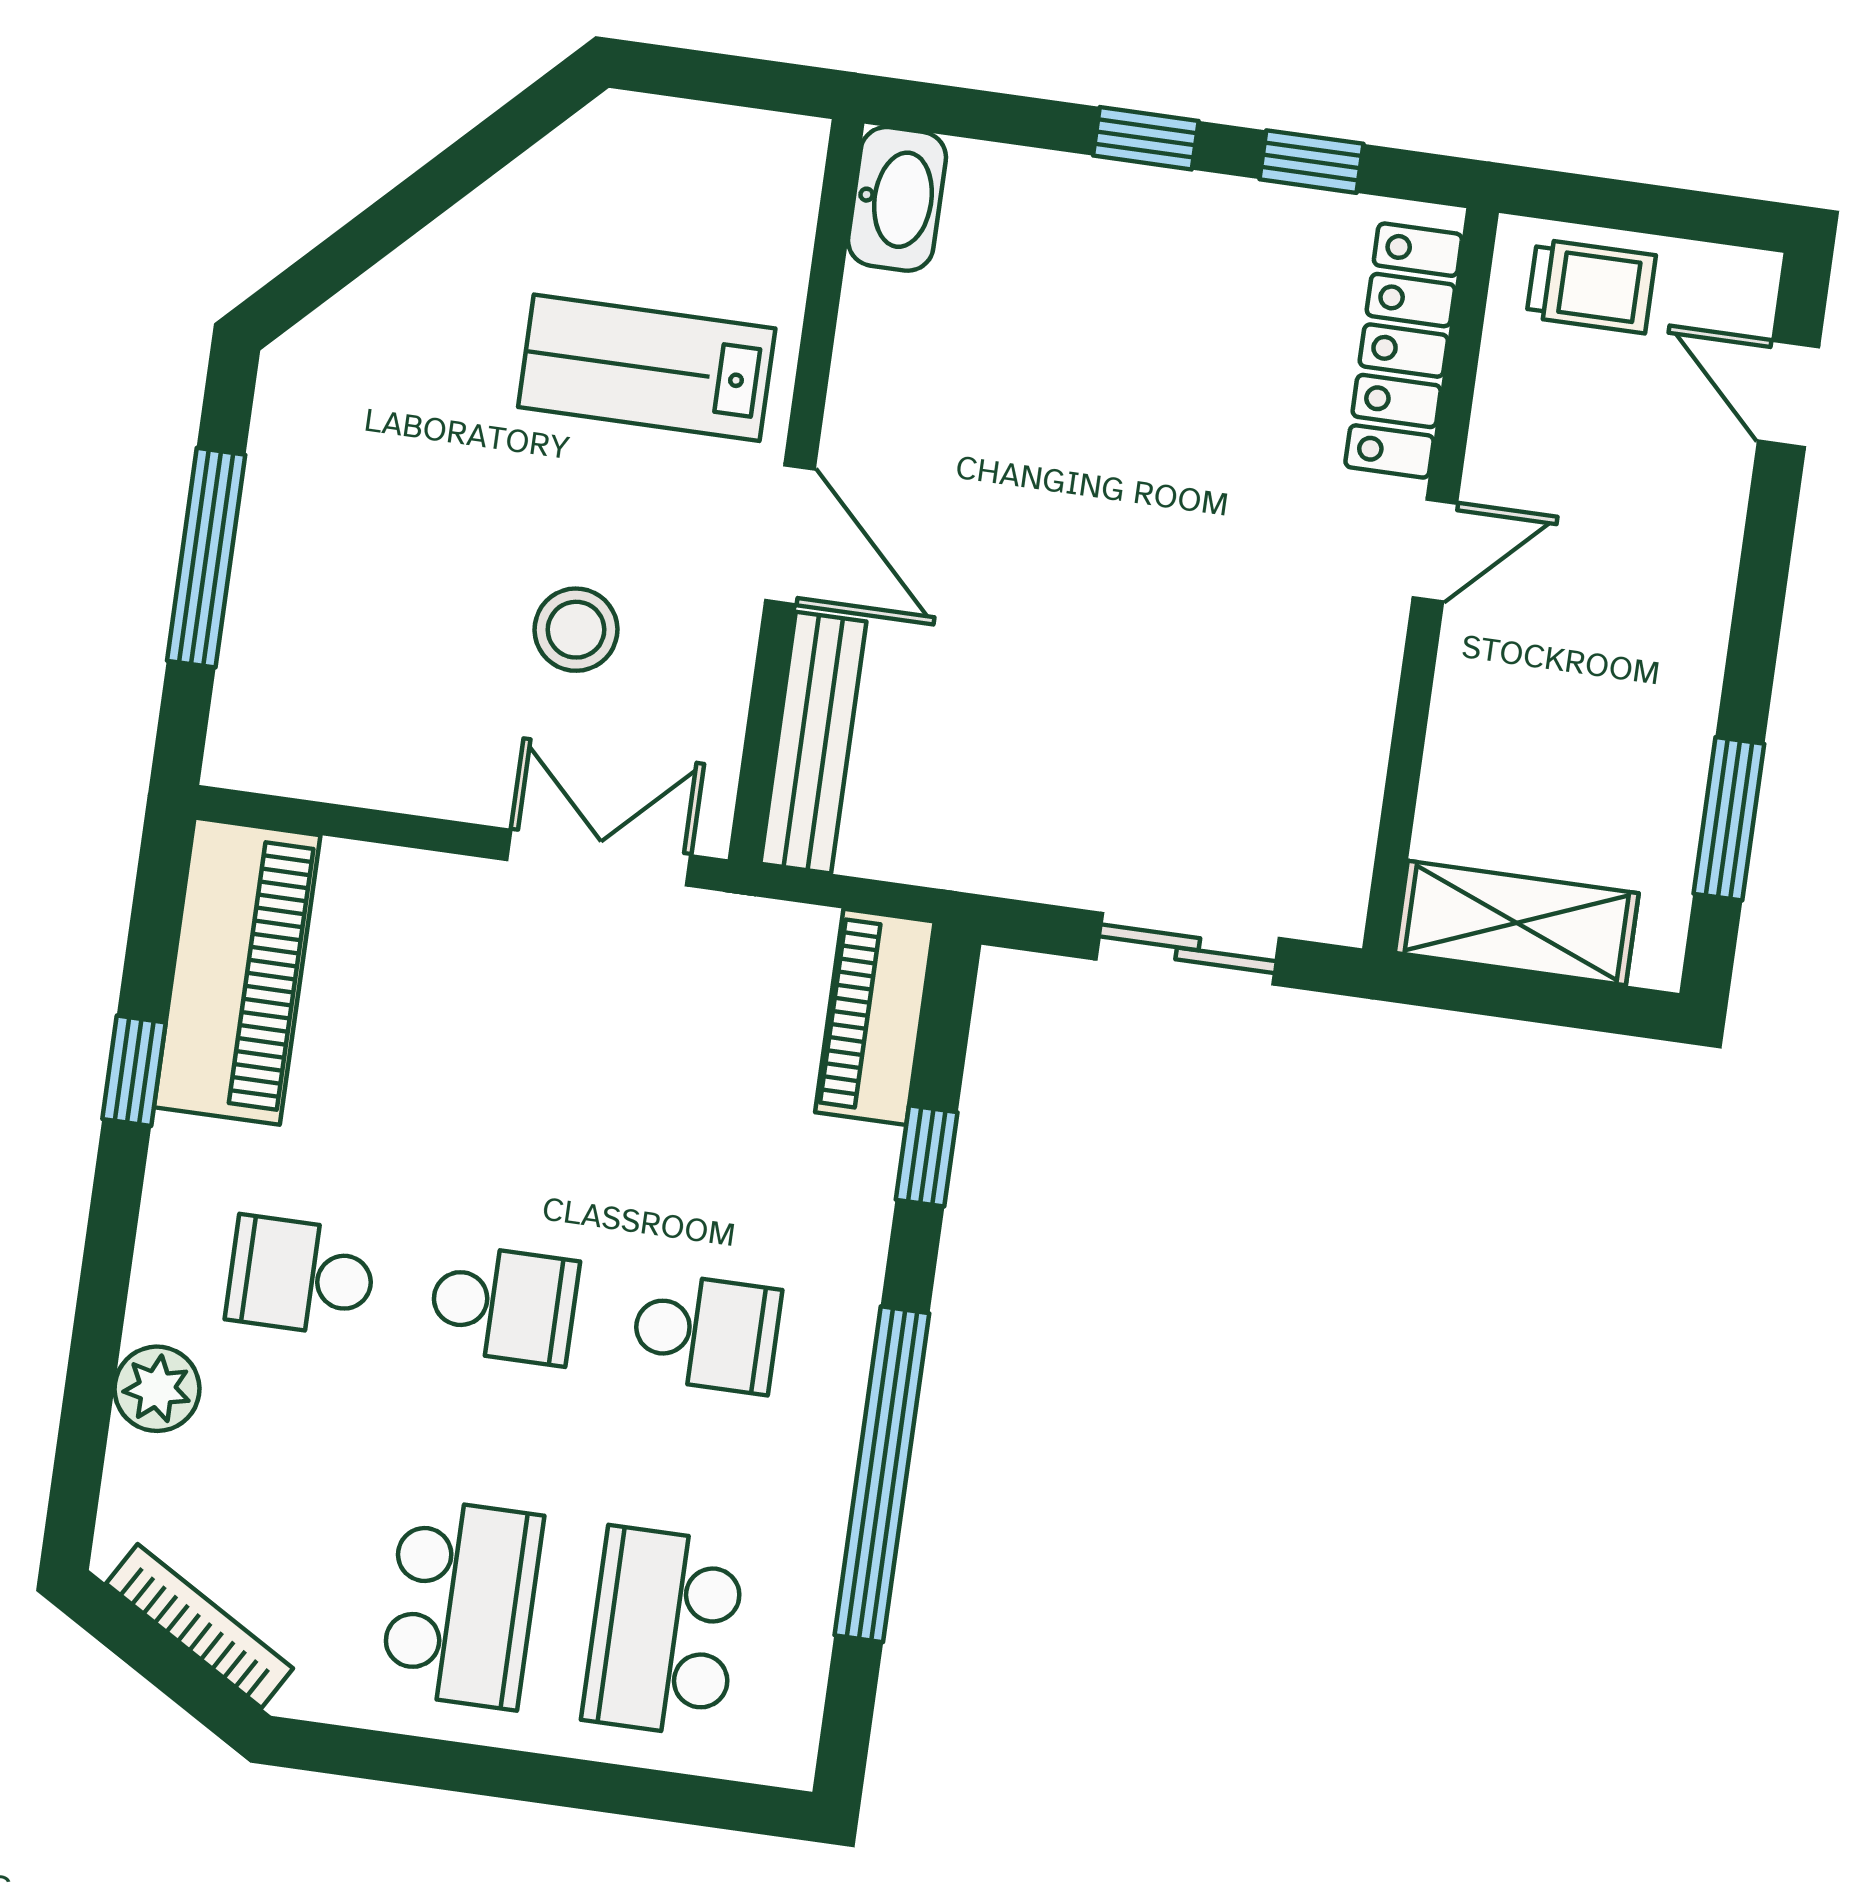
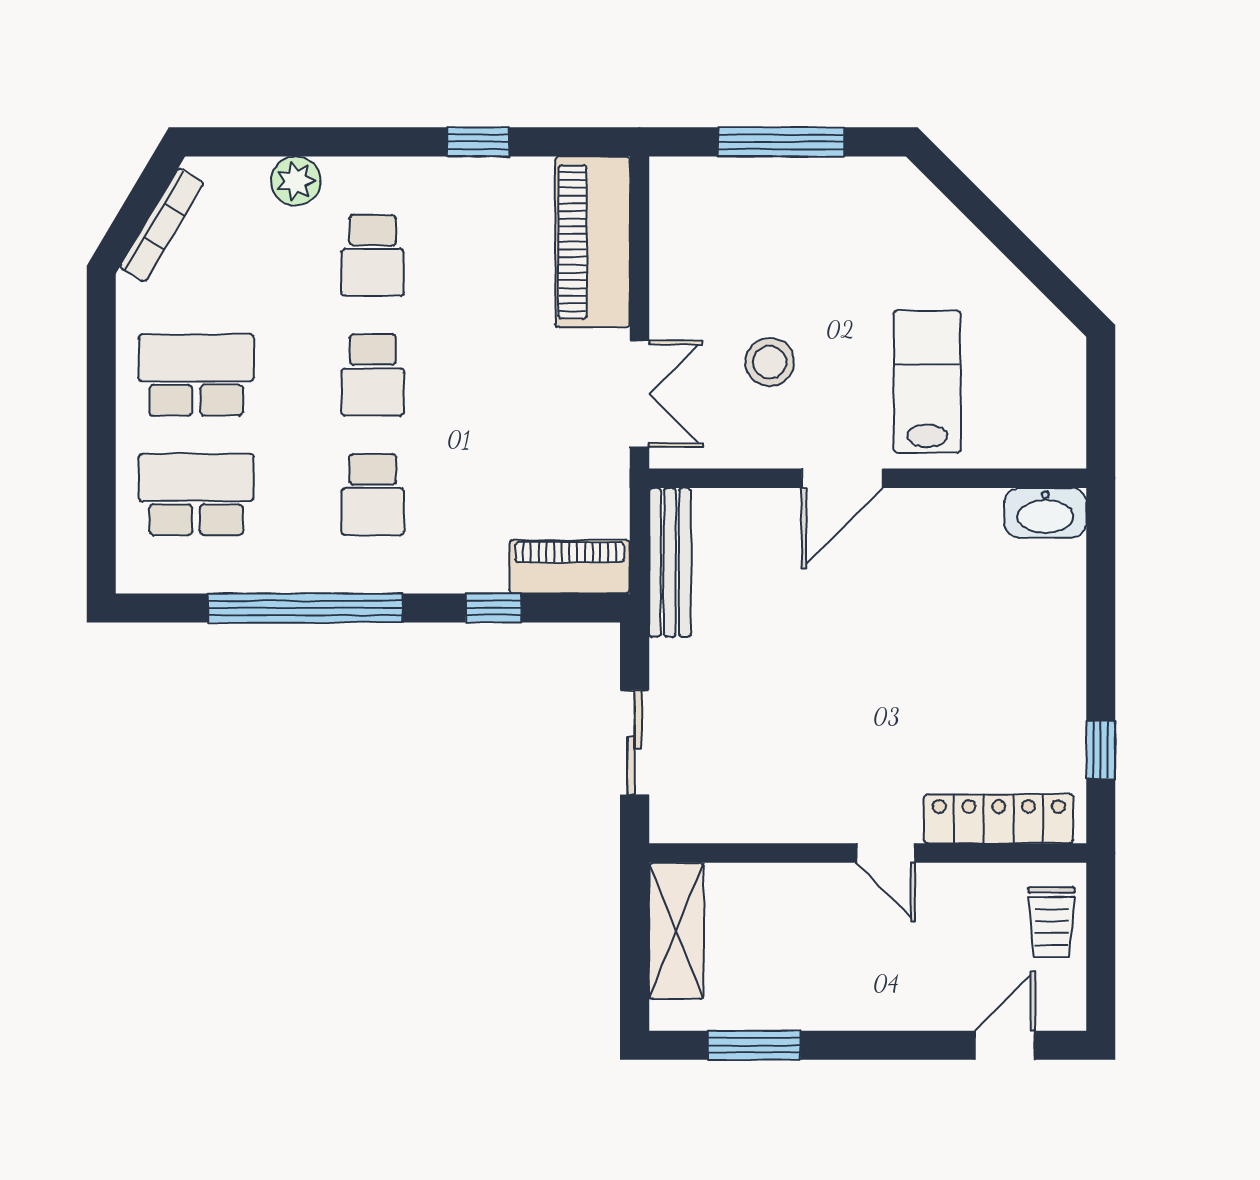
window: (1146, 138) -> (1101, 652), removed
bench: (813, 743) -> (670, 562), moved, turned 90
piano: (237, 971) -> (593, 242), moved, turned 90
school desk: (301, 1276) -> (373, 255), turned 180
school desk: (461, 1603) -> (196, 375), turned 180

